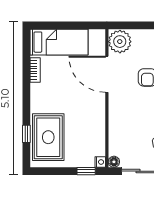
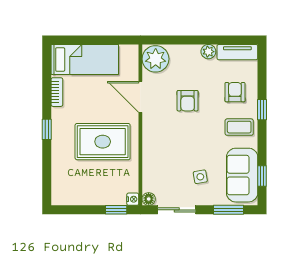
door: (107, 74) -> (140, 97), width x0.73
window: (26, 134) -> (47, 129), moved
rug: (48, 137) -> (103, 142), moved, turned 90

